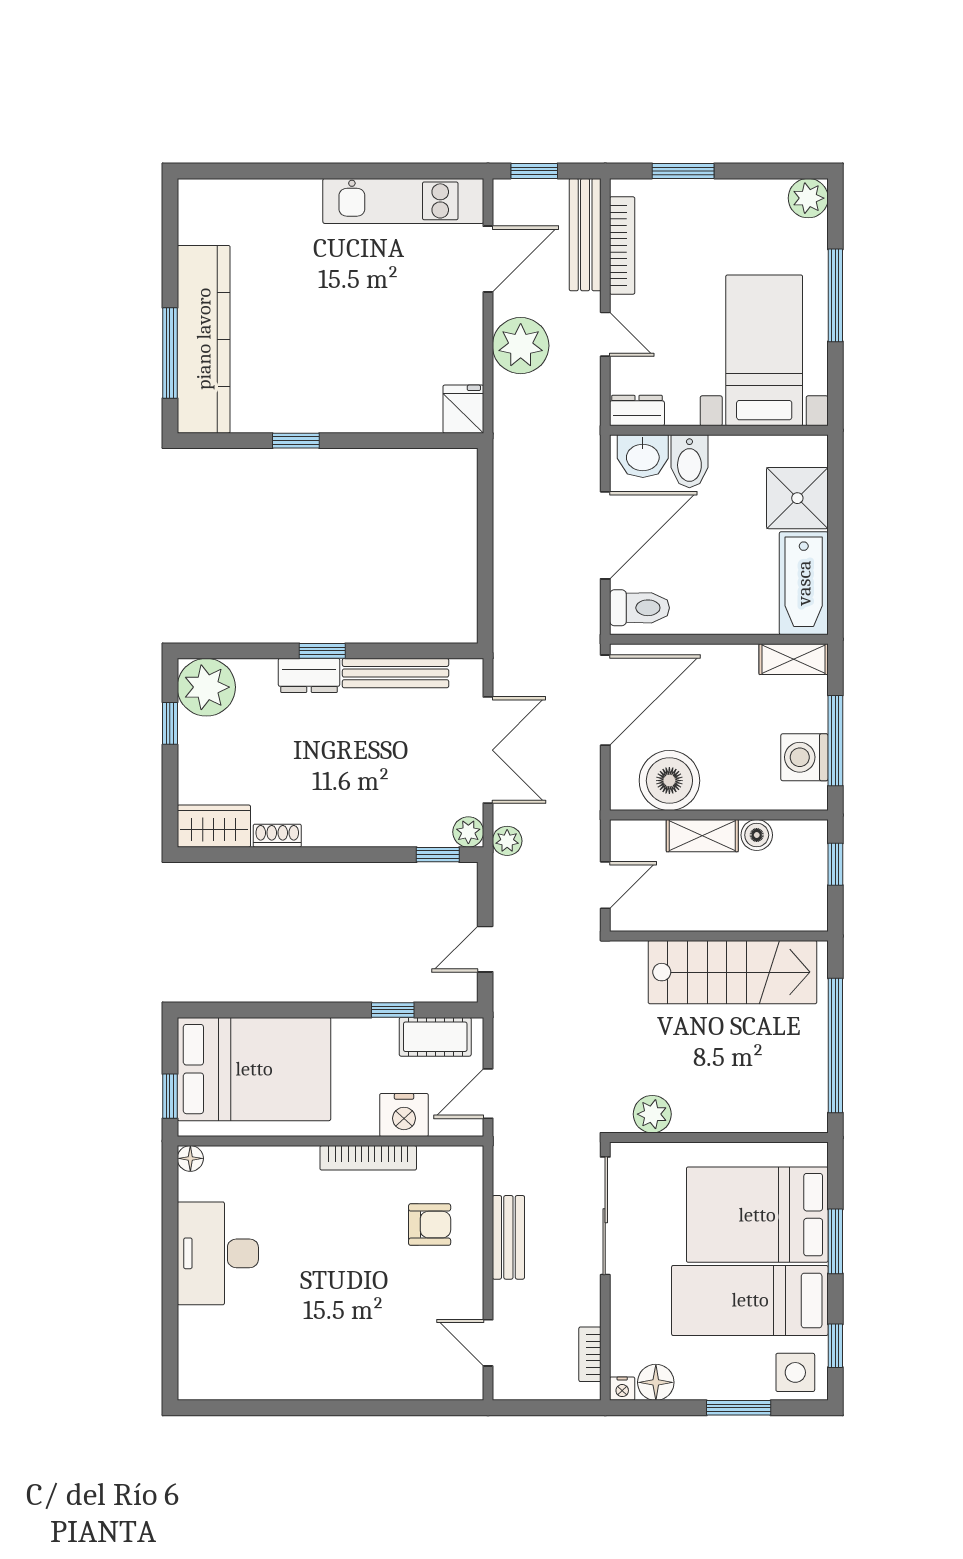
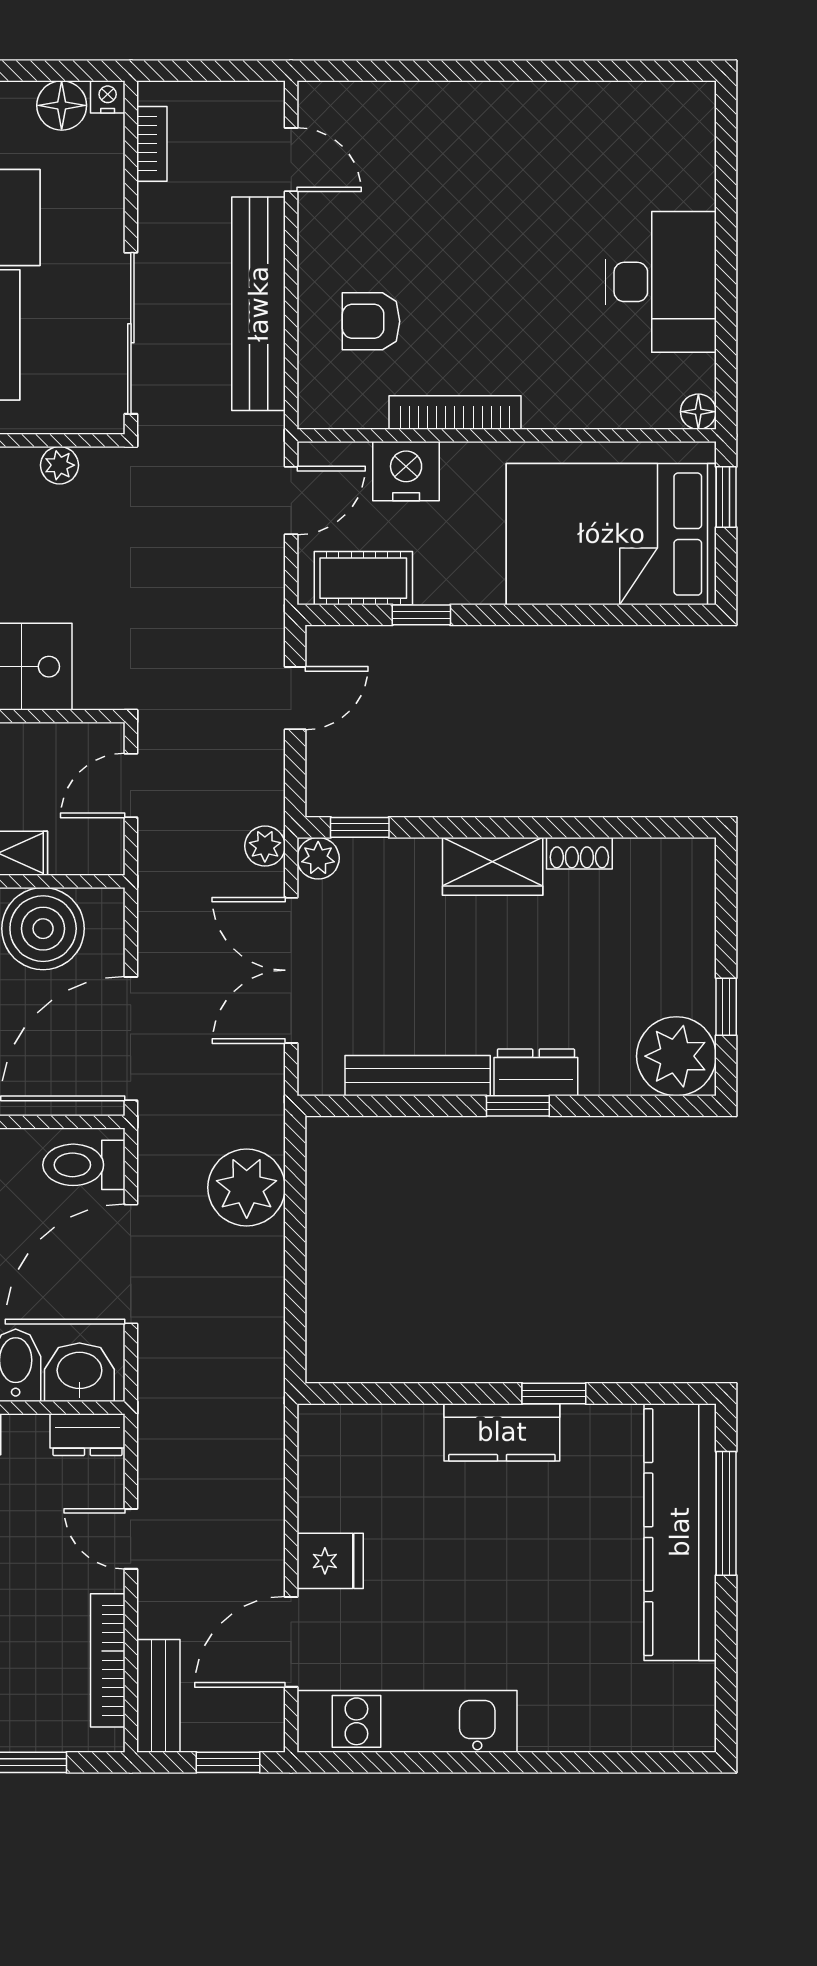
bench: (585, 235) -> (158, 1696), width x0.73
plant: (521, 346) -> (247, 1188), moved
fridge: (463, 409) -> (330, 1561), moved, turned -90
kitchen counter: (334, 412) -> (502, 1432), added
wardrobe: (214, 826) -> (493, 866), moved
plant: (652, 1114) -> (59, 465), width x0.73, depth x0.73
bench: (508, 1237) -> (259, 304), width x1.86, depth x1.21

